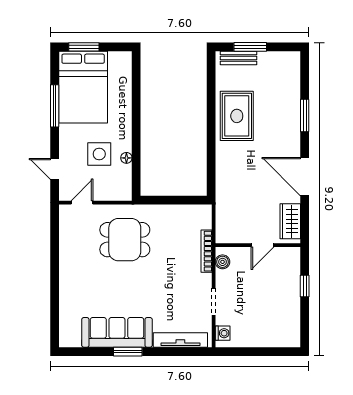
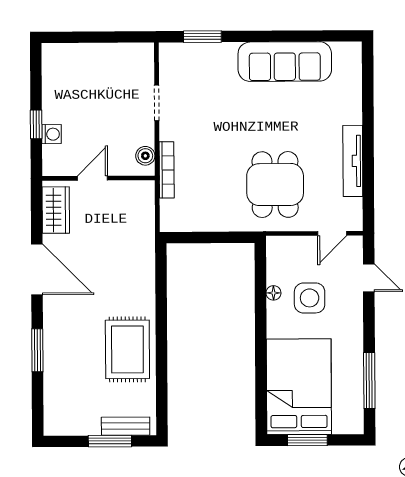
window: (84, 47) -> (307, 440), moved
bed: (83, 87) -> (299, 387), moved
window: (55, 106) -> (369, 381), moved
dining table: (125, 240) -> (275, 185), turned 90
washing machine: (223, 333) -> (51, 134), moved, turned 180
tv unit: (180, 340) -> (353, 161), moved, turned 90
window: (128, 352) -> (202, 37), moved

